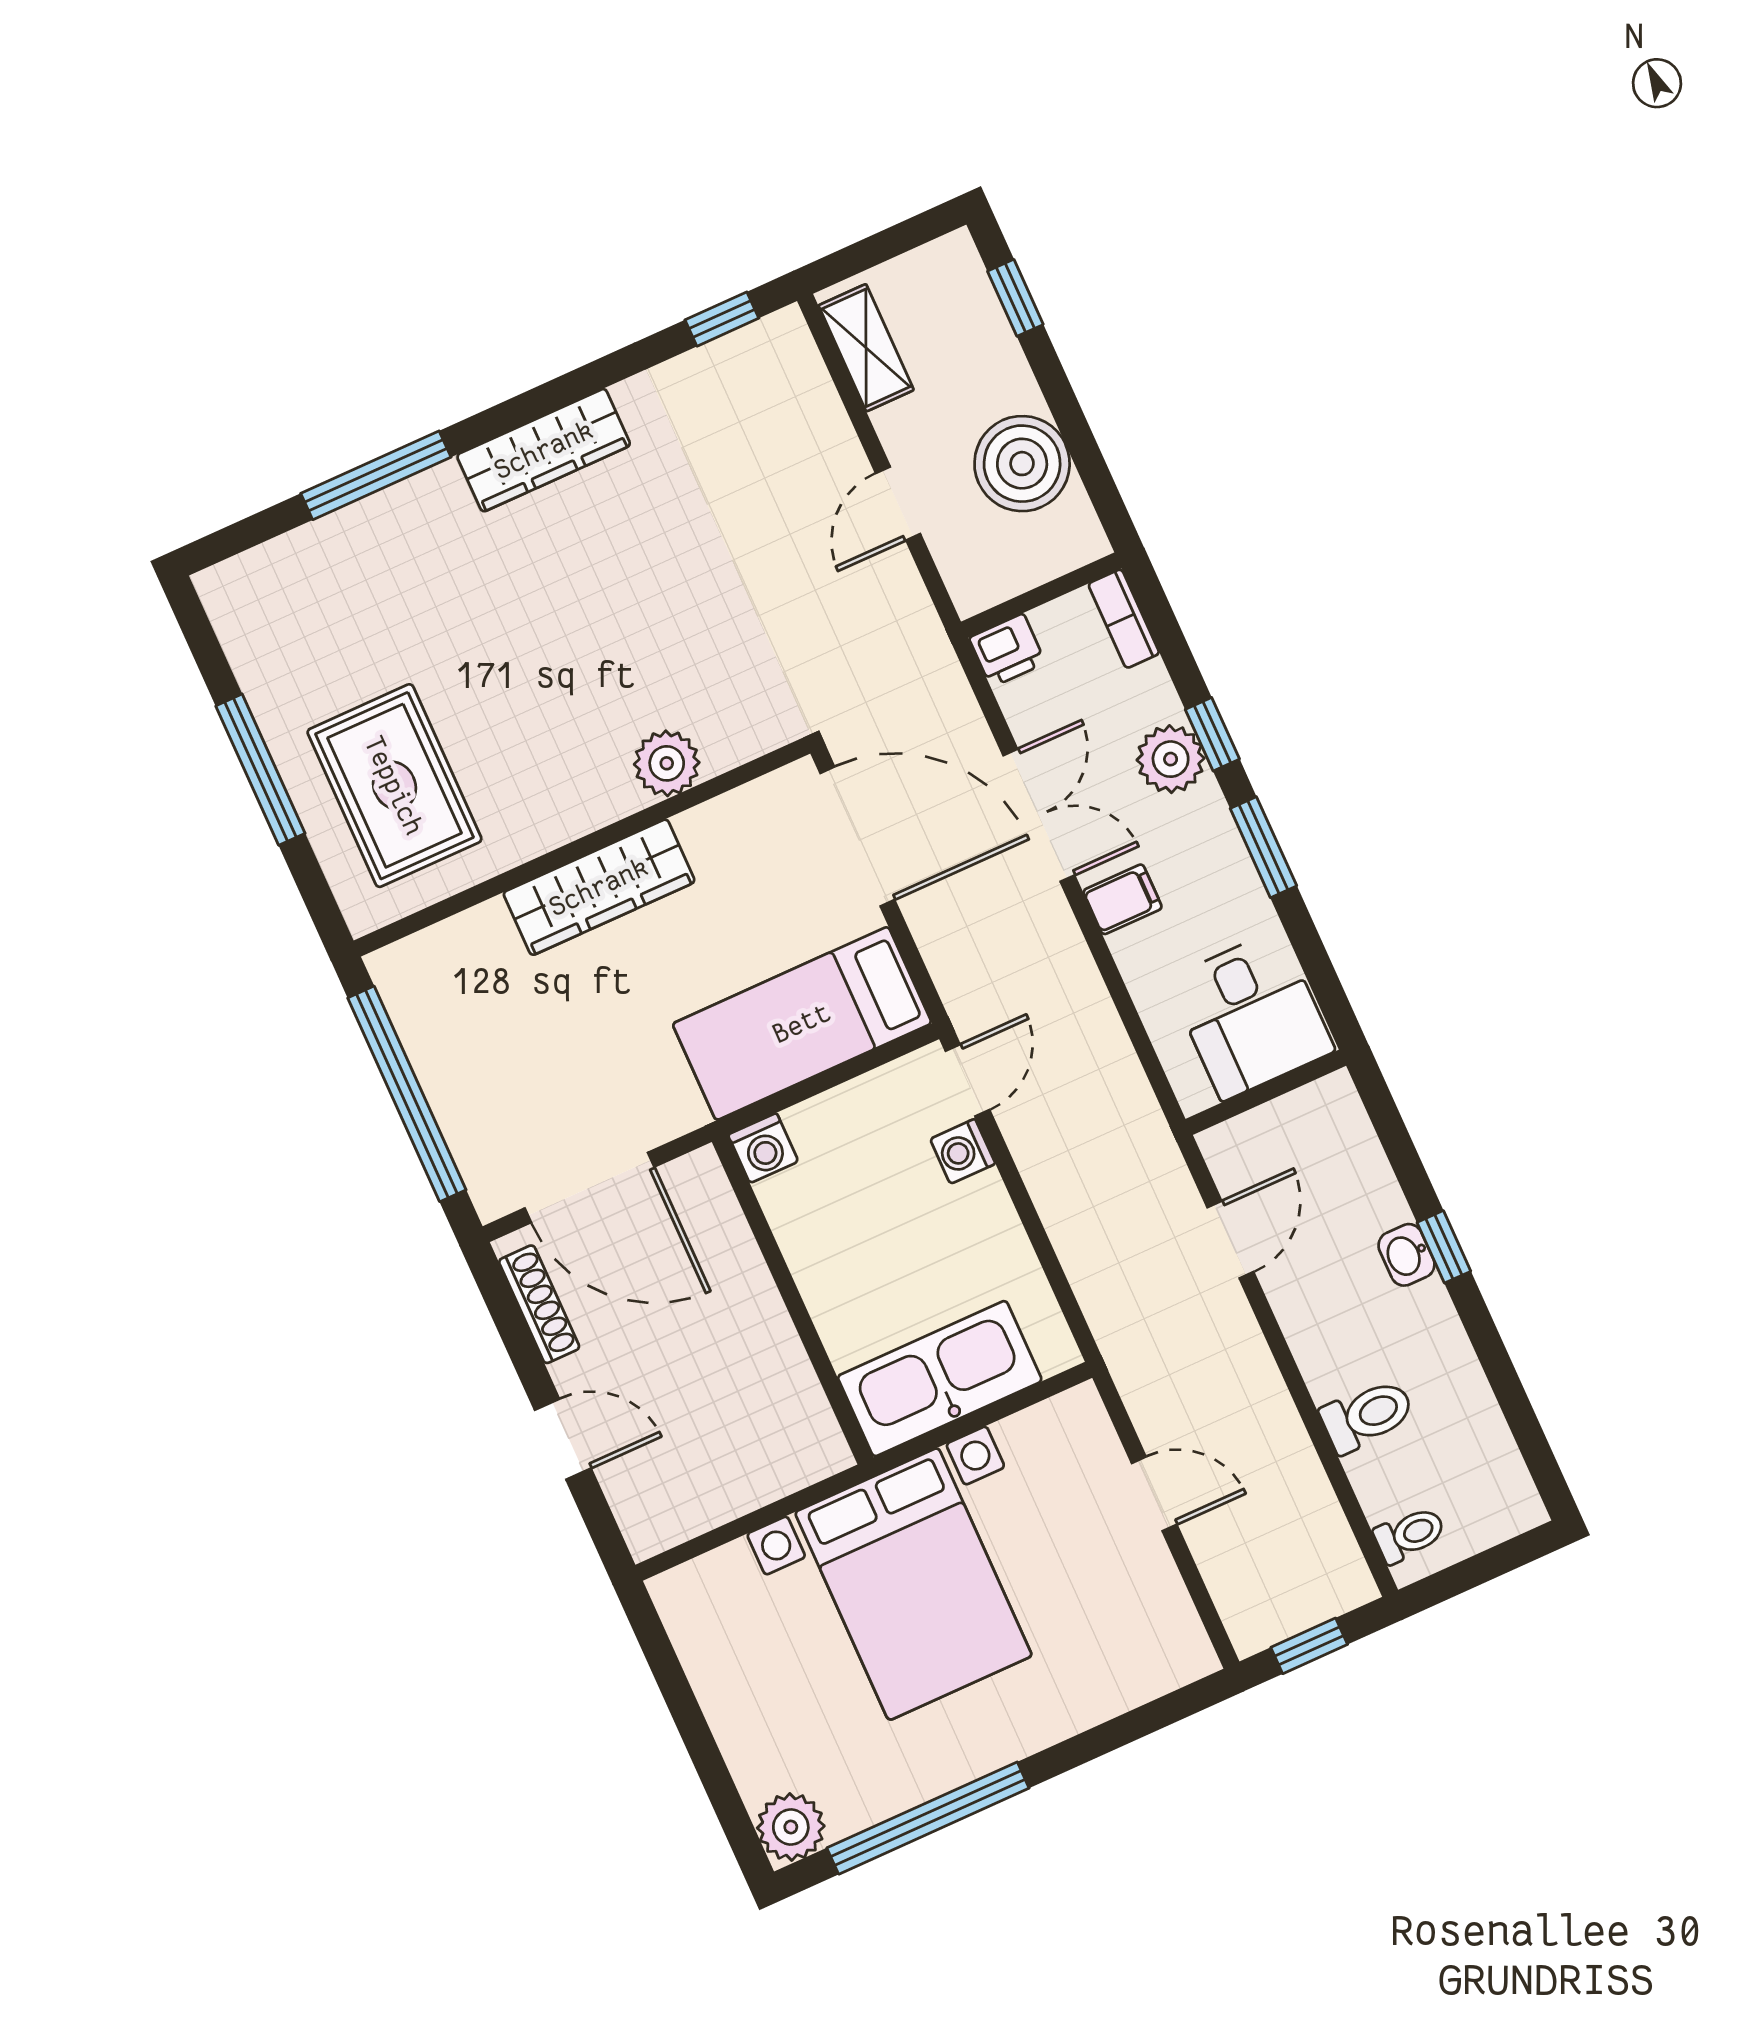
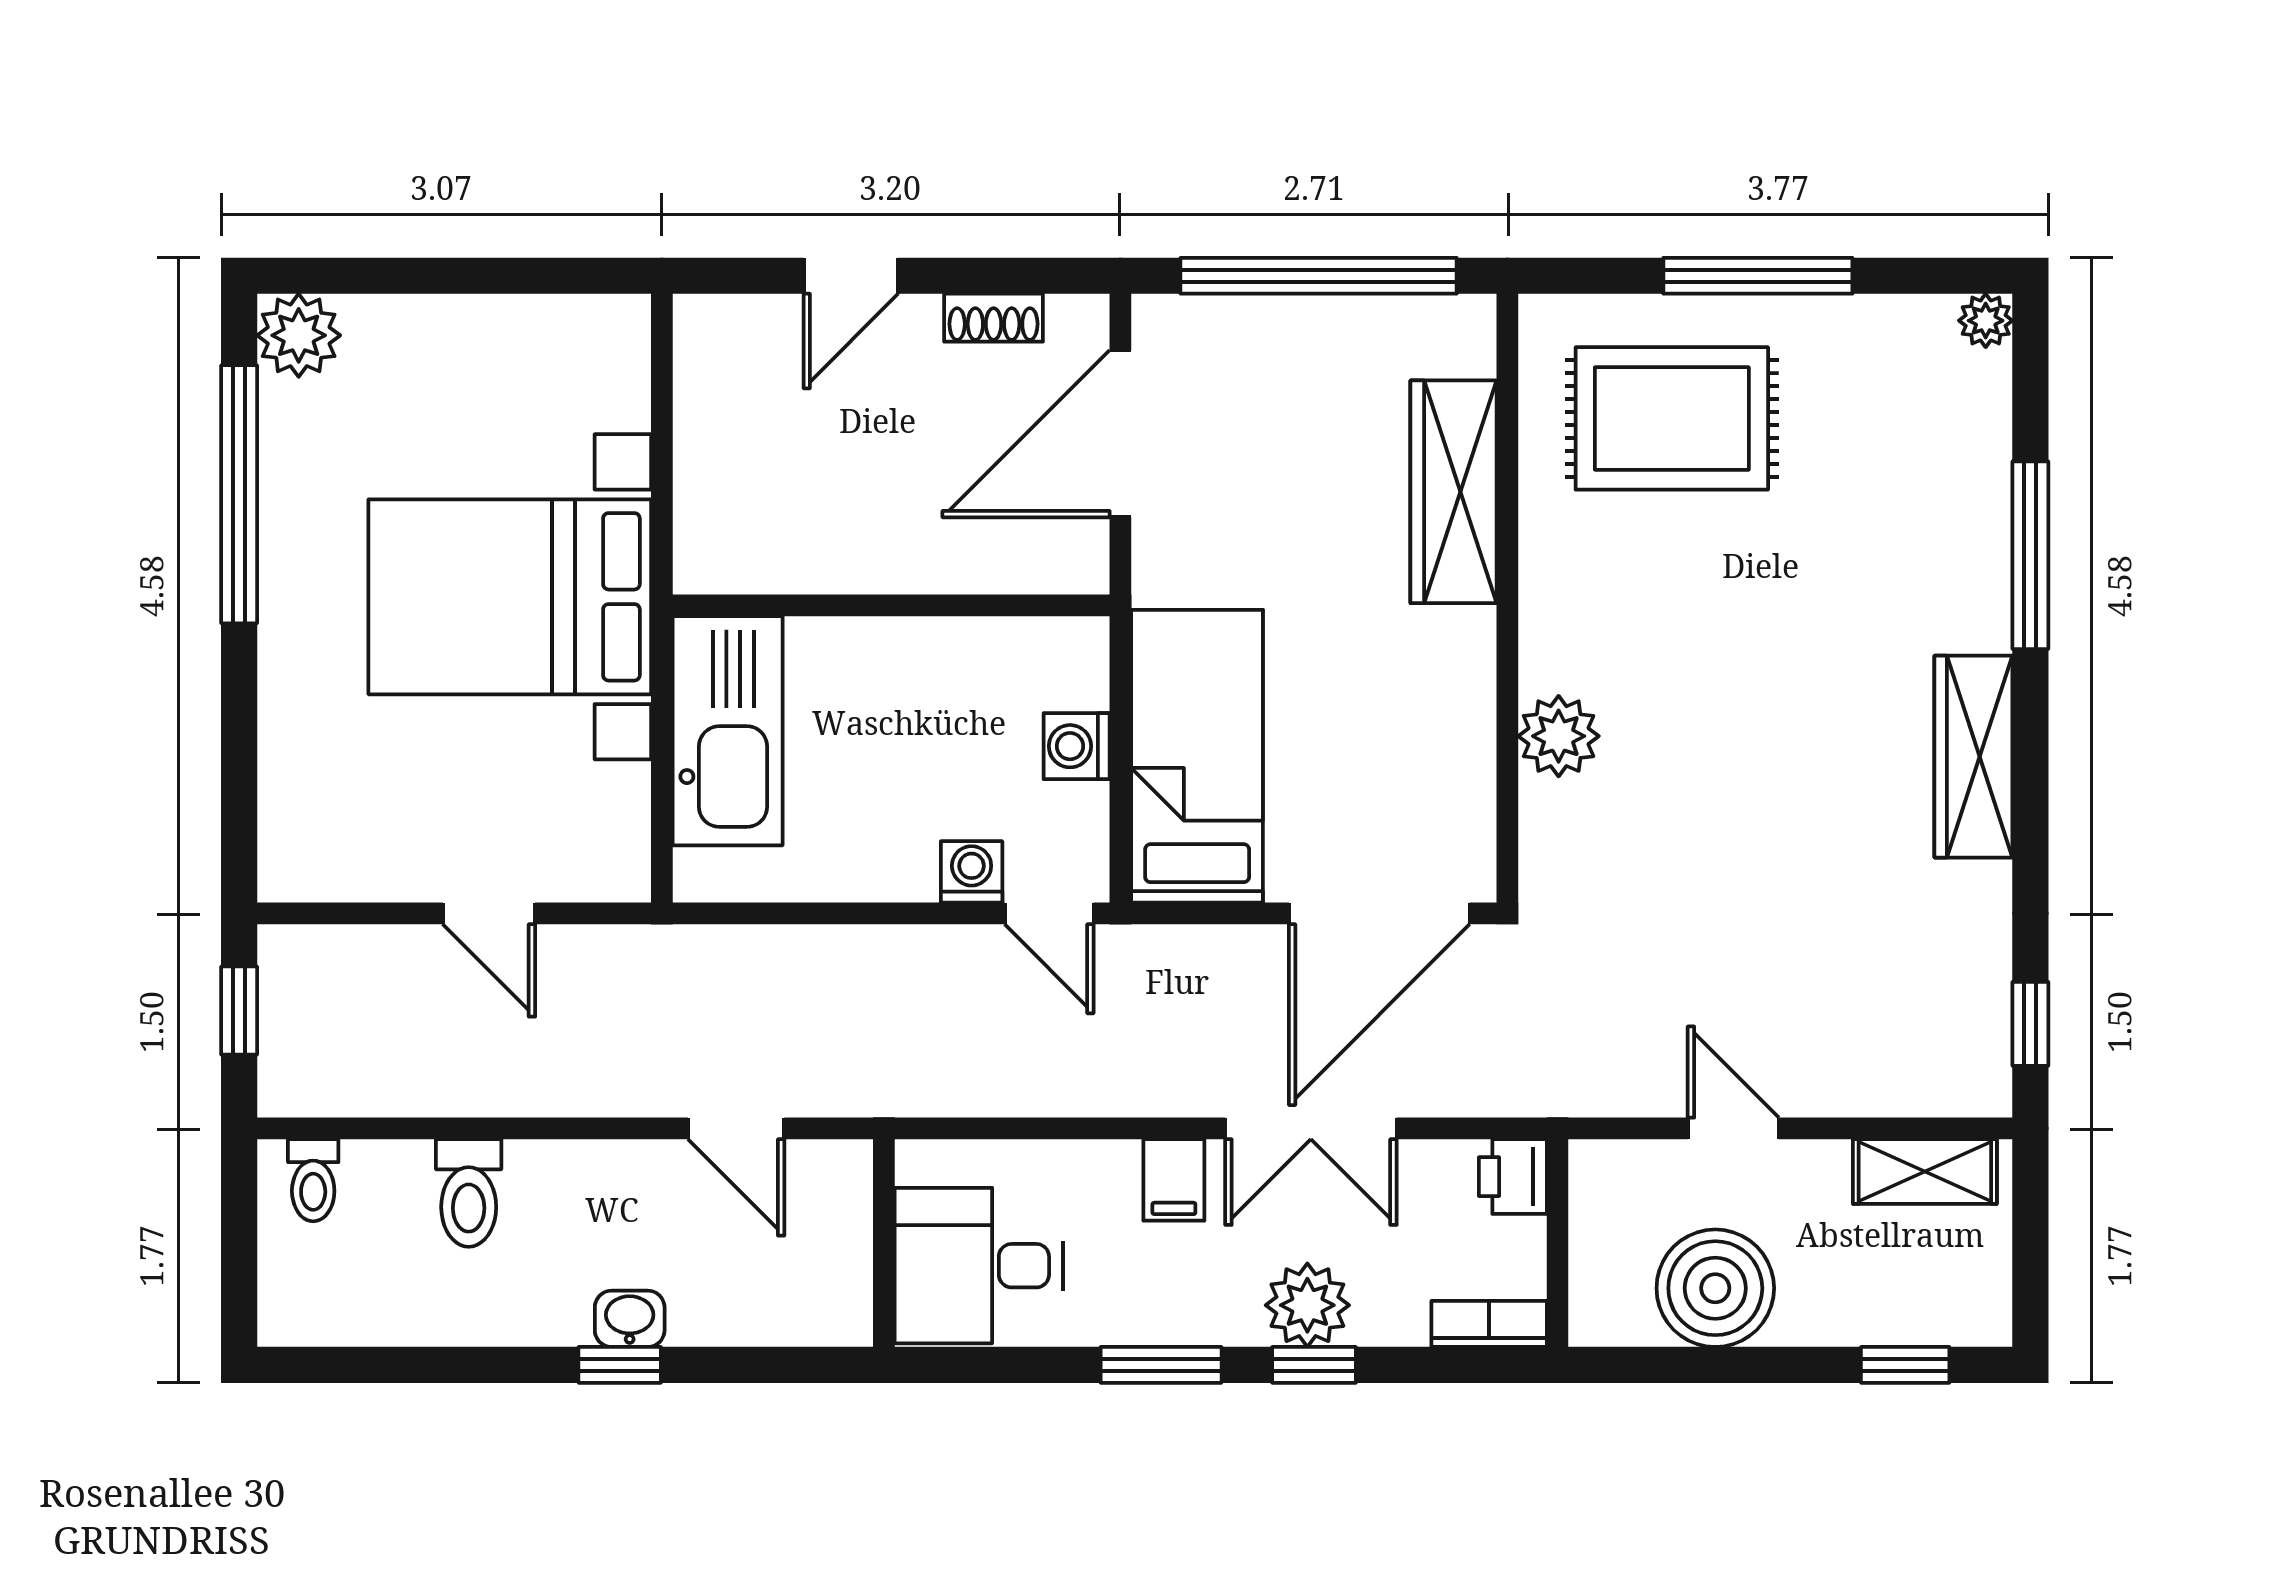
plant: (218, 587) -> (1986, 321), added
wardrobe: (599, 887) -> (1454, 492), moved
washing machine: (763, 1148) -> (1077, 746), moved
shoe rack: (539, 1304) -> (994, 318), width x0.70
door: (1154, 1494) -> (489, 913), hinge flipped

